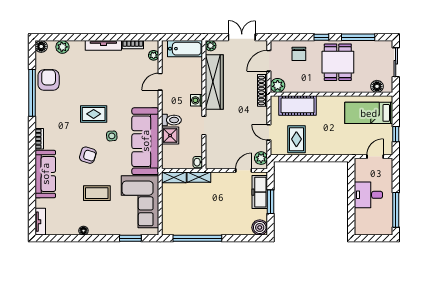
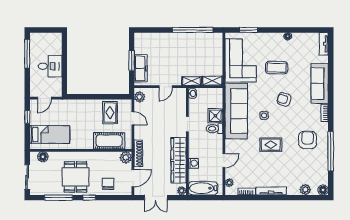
armchair: (49, 80) -> (308, 140), moved, turned 180
washing machine: (197, 100) -> (193, 163), moved
rug: (94, 114) -> (271, 145), moved
door: (244, 170) -> (166, 87), moved
boiler: (260, 227) -> (141, 39), removed

